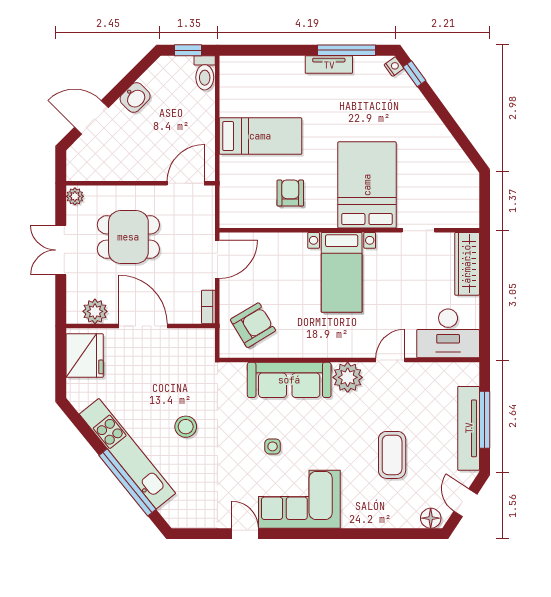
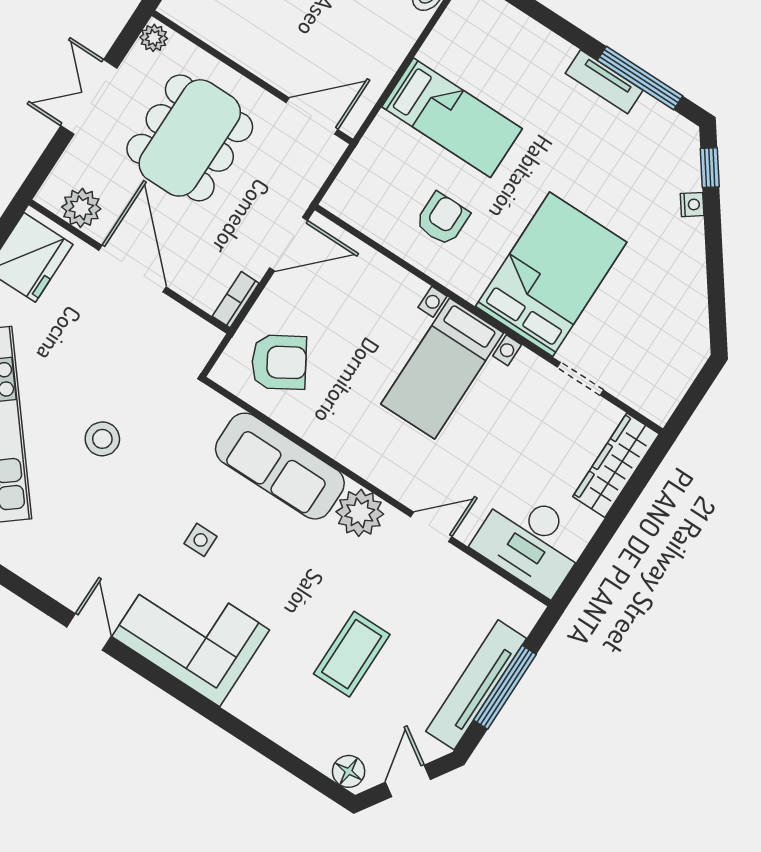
nightstand: (394, 67) -> (692, 205), moved
dining table: (128, 237) -> (190, 138), width x1.38

